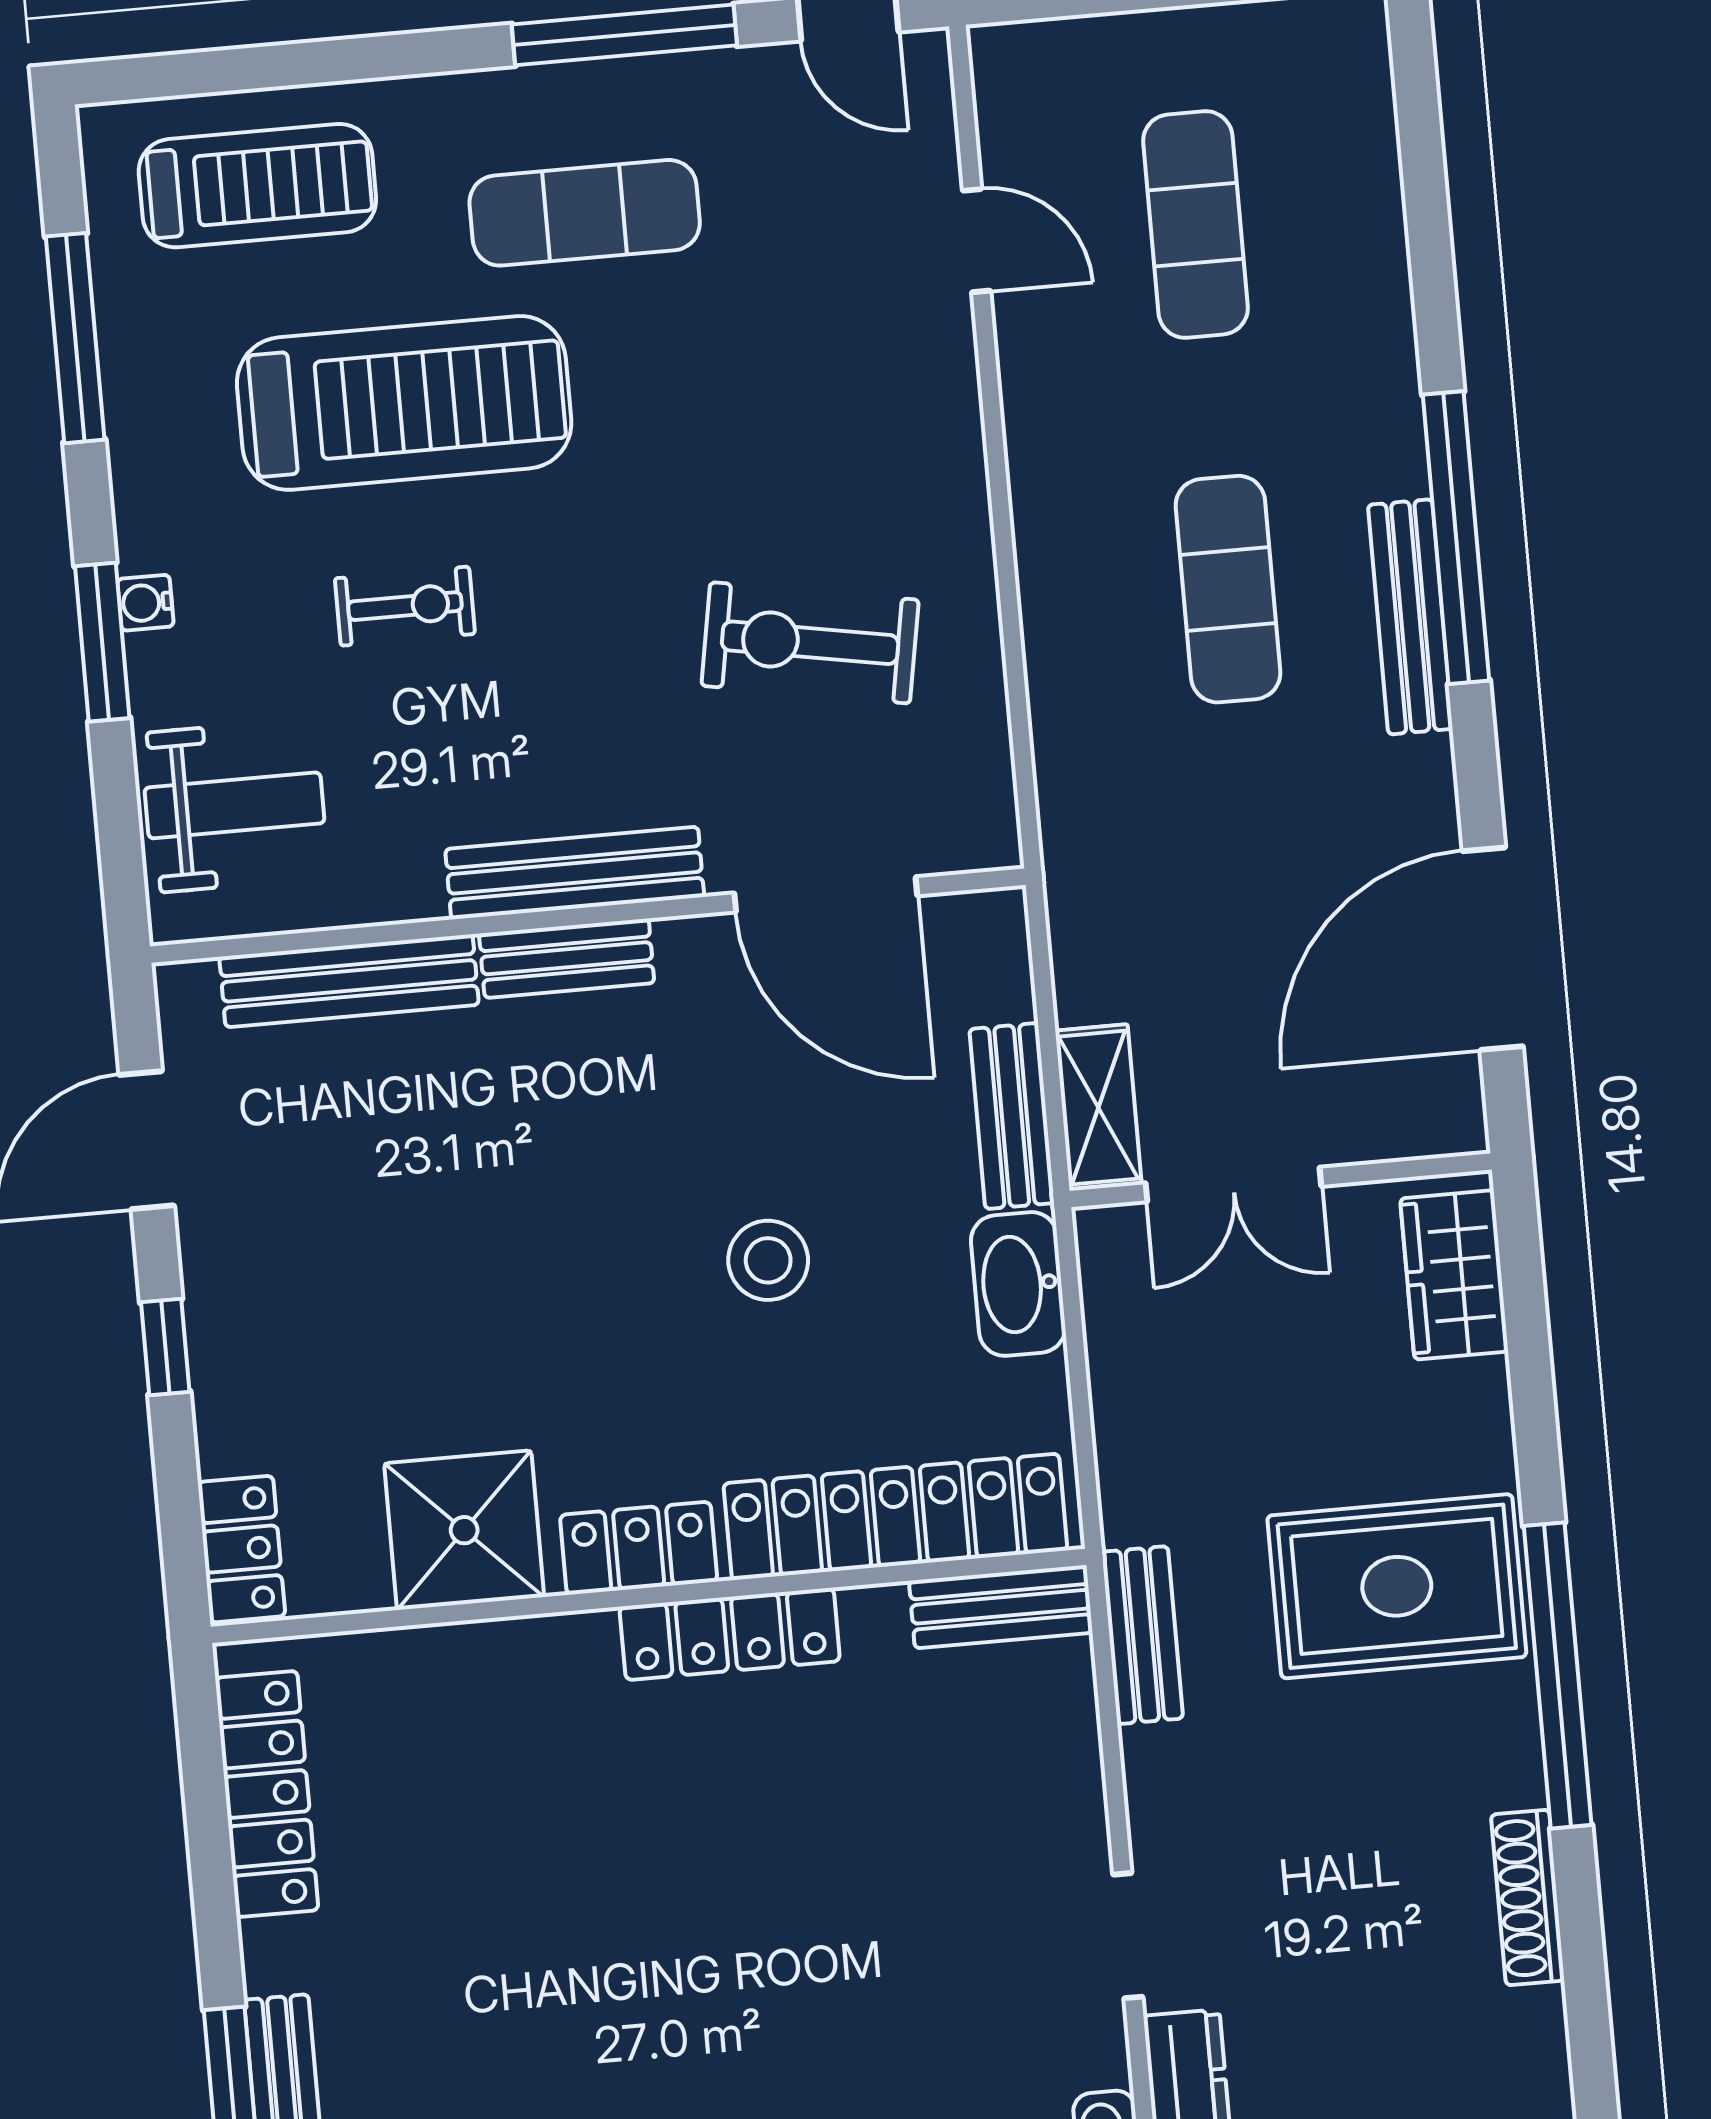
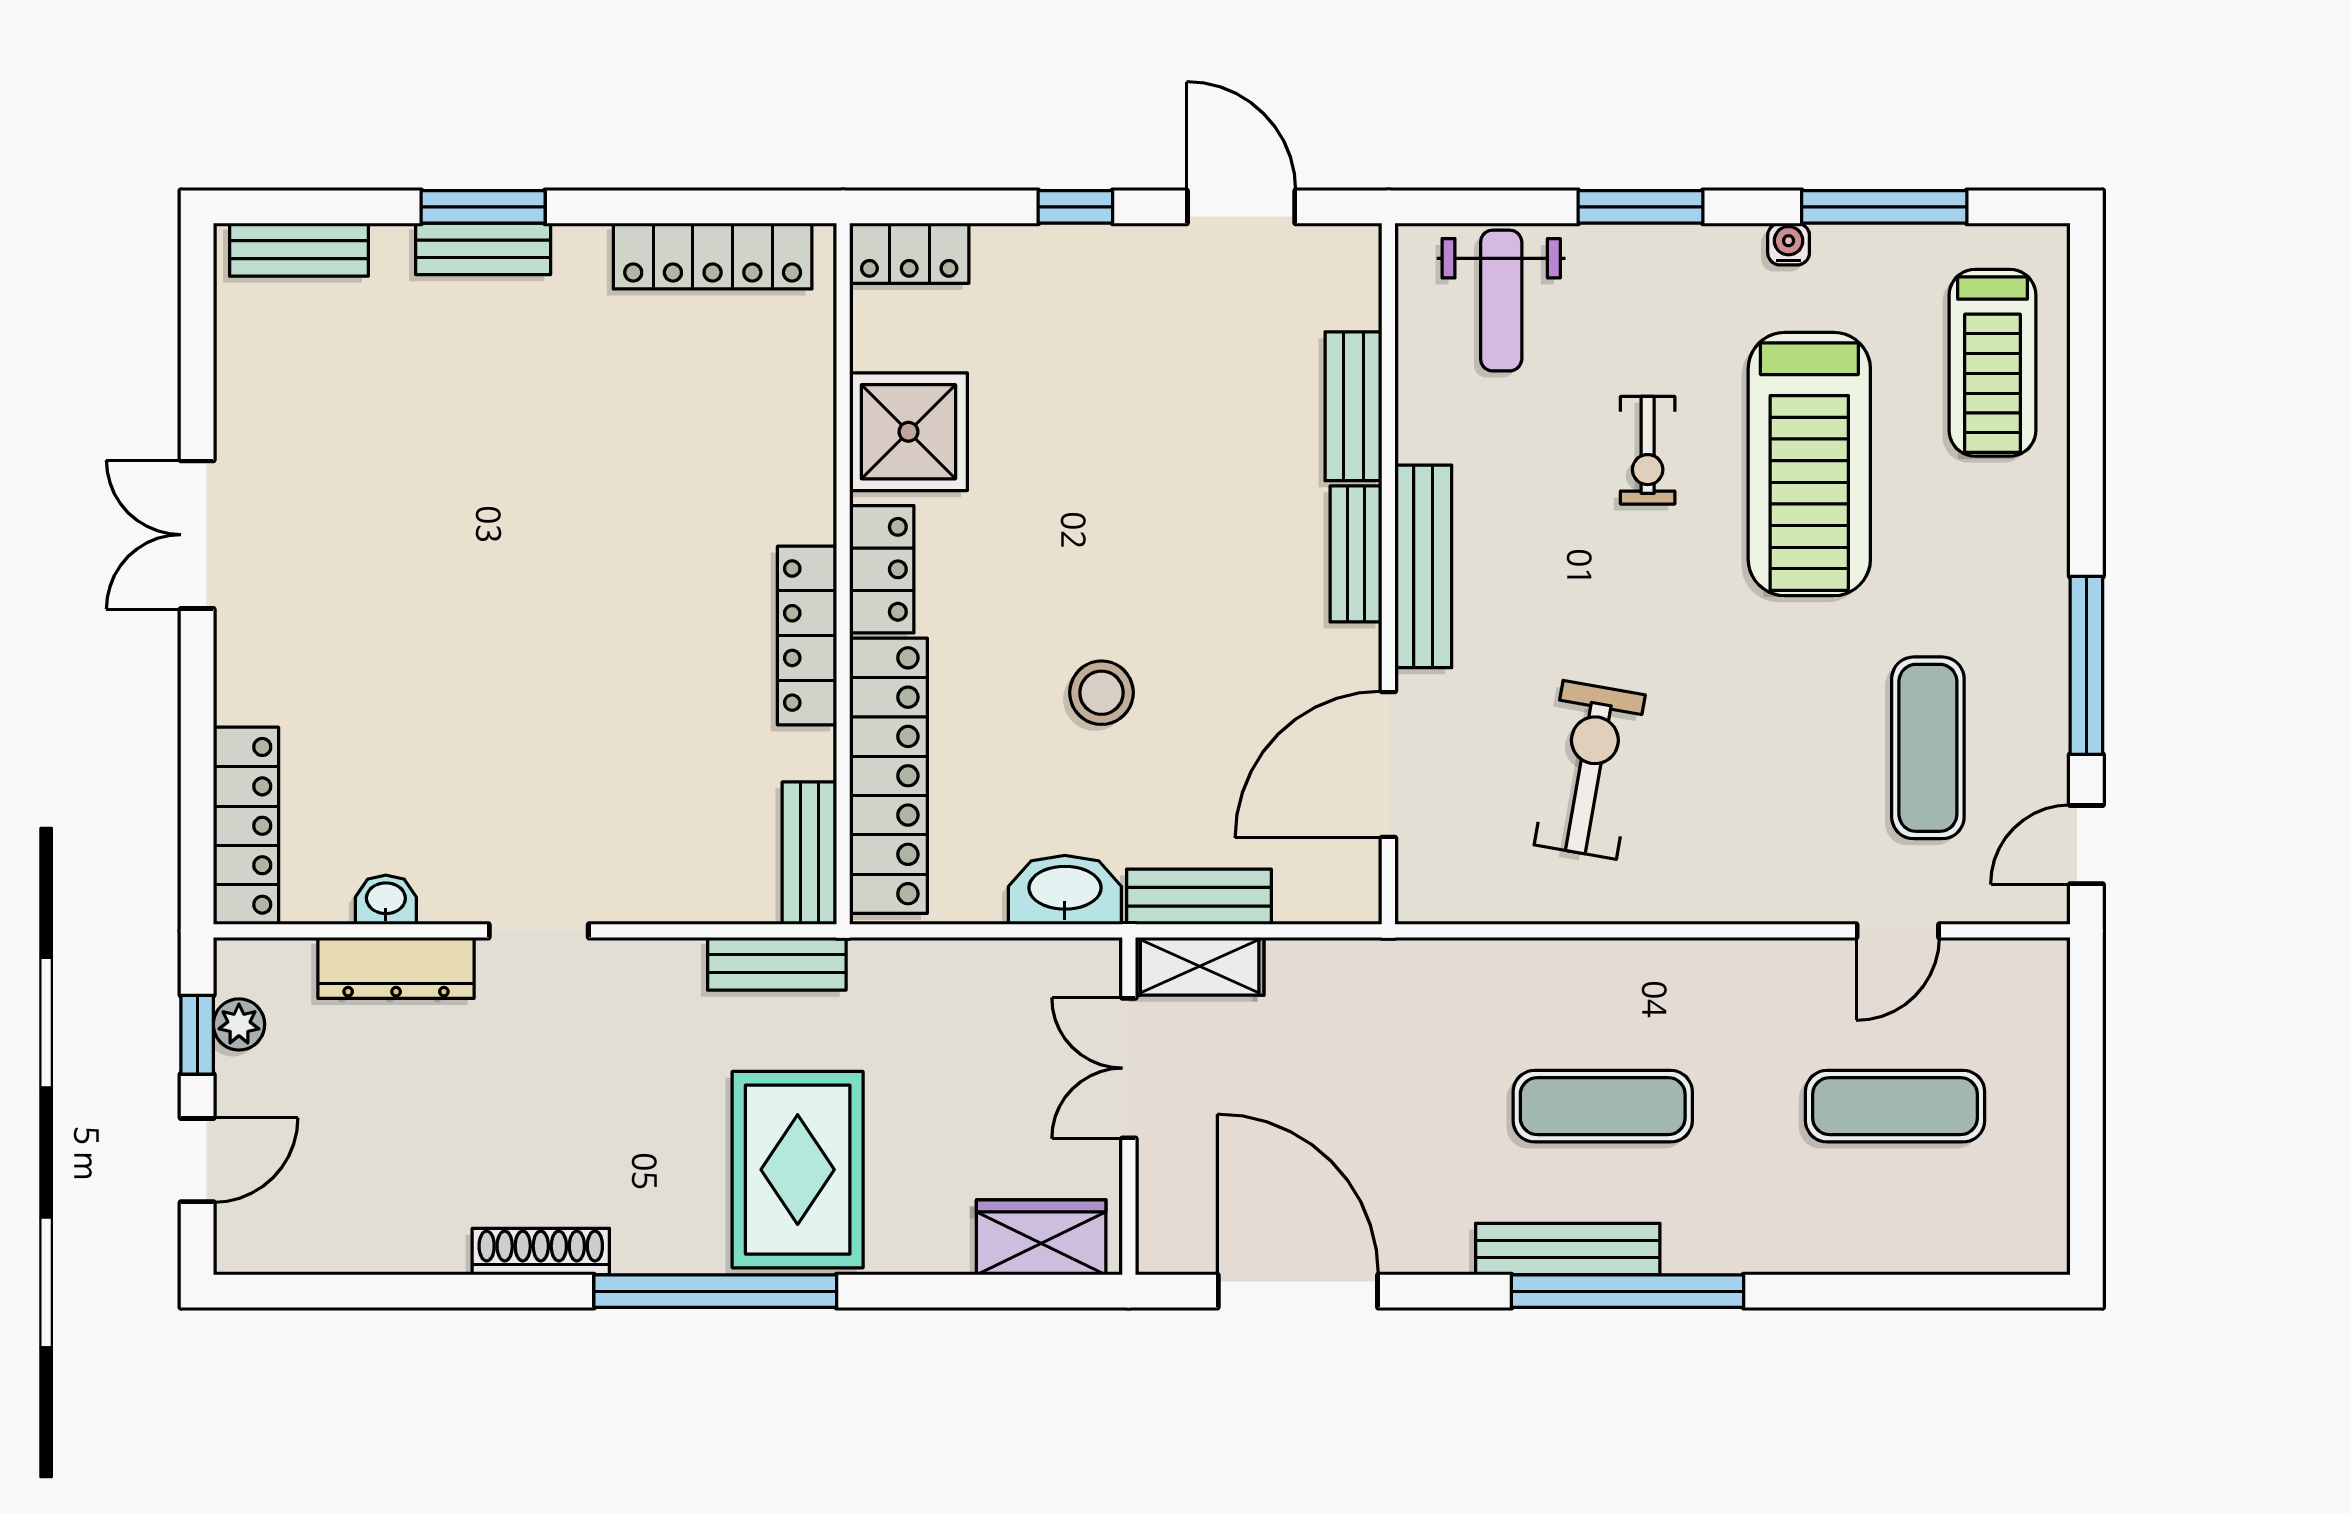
exercise mat: (585, 213) -> (1928, 748), moved
water cooler: (145, 603) -> (1789, 244), moved
bench: (349, 981) -> (1354, 406), width x0.73

